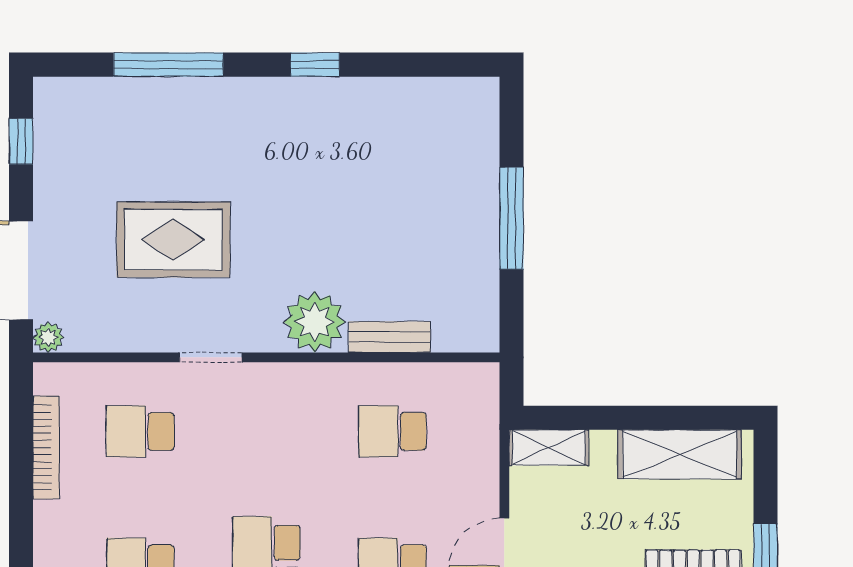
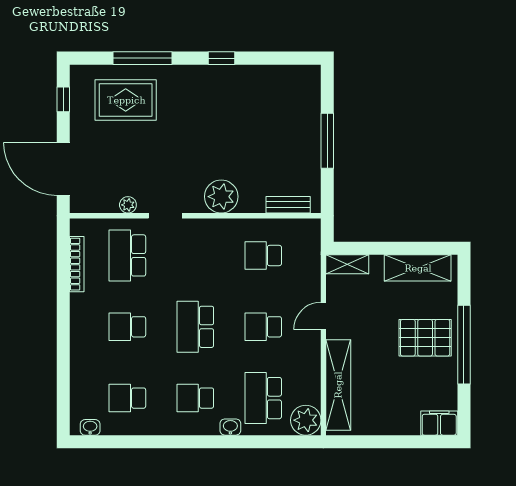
rug: (173, 240) -> (126, 100), moved
plant: (48, 337) -> (128, 205), moved
bench: (390, 337) -> (288, 205), moved
school desk: (140, 431) -> (127, 255), width x1.85

